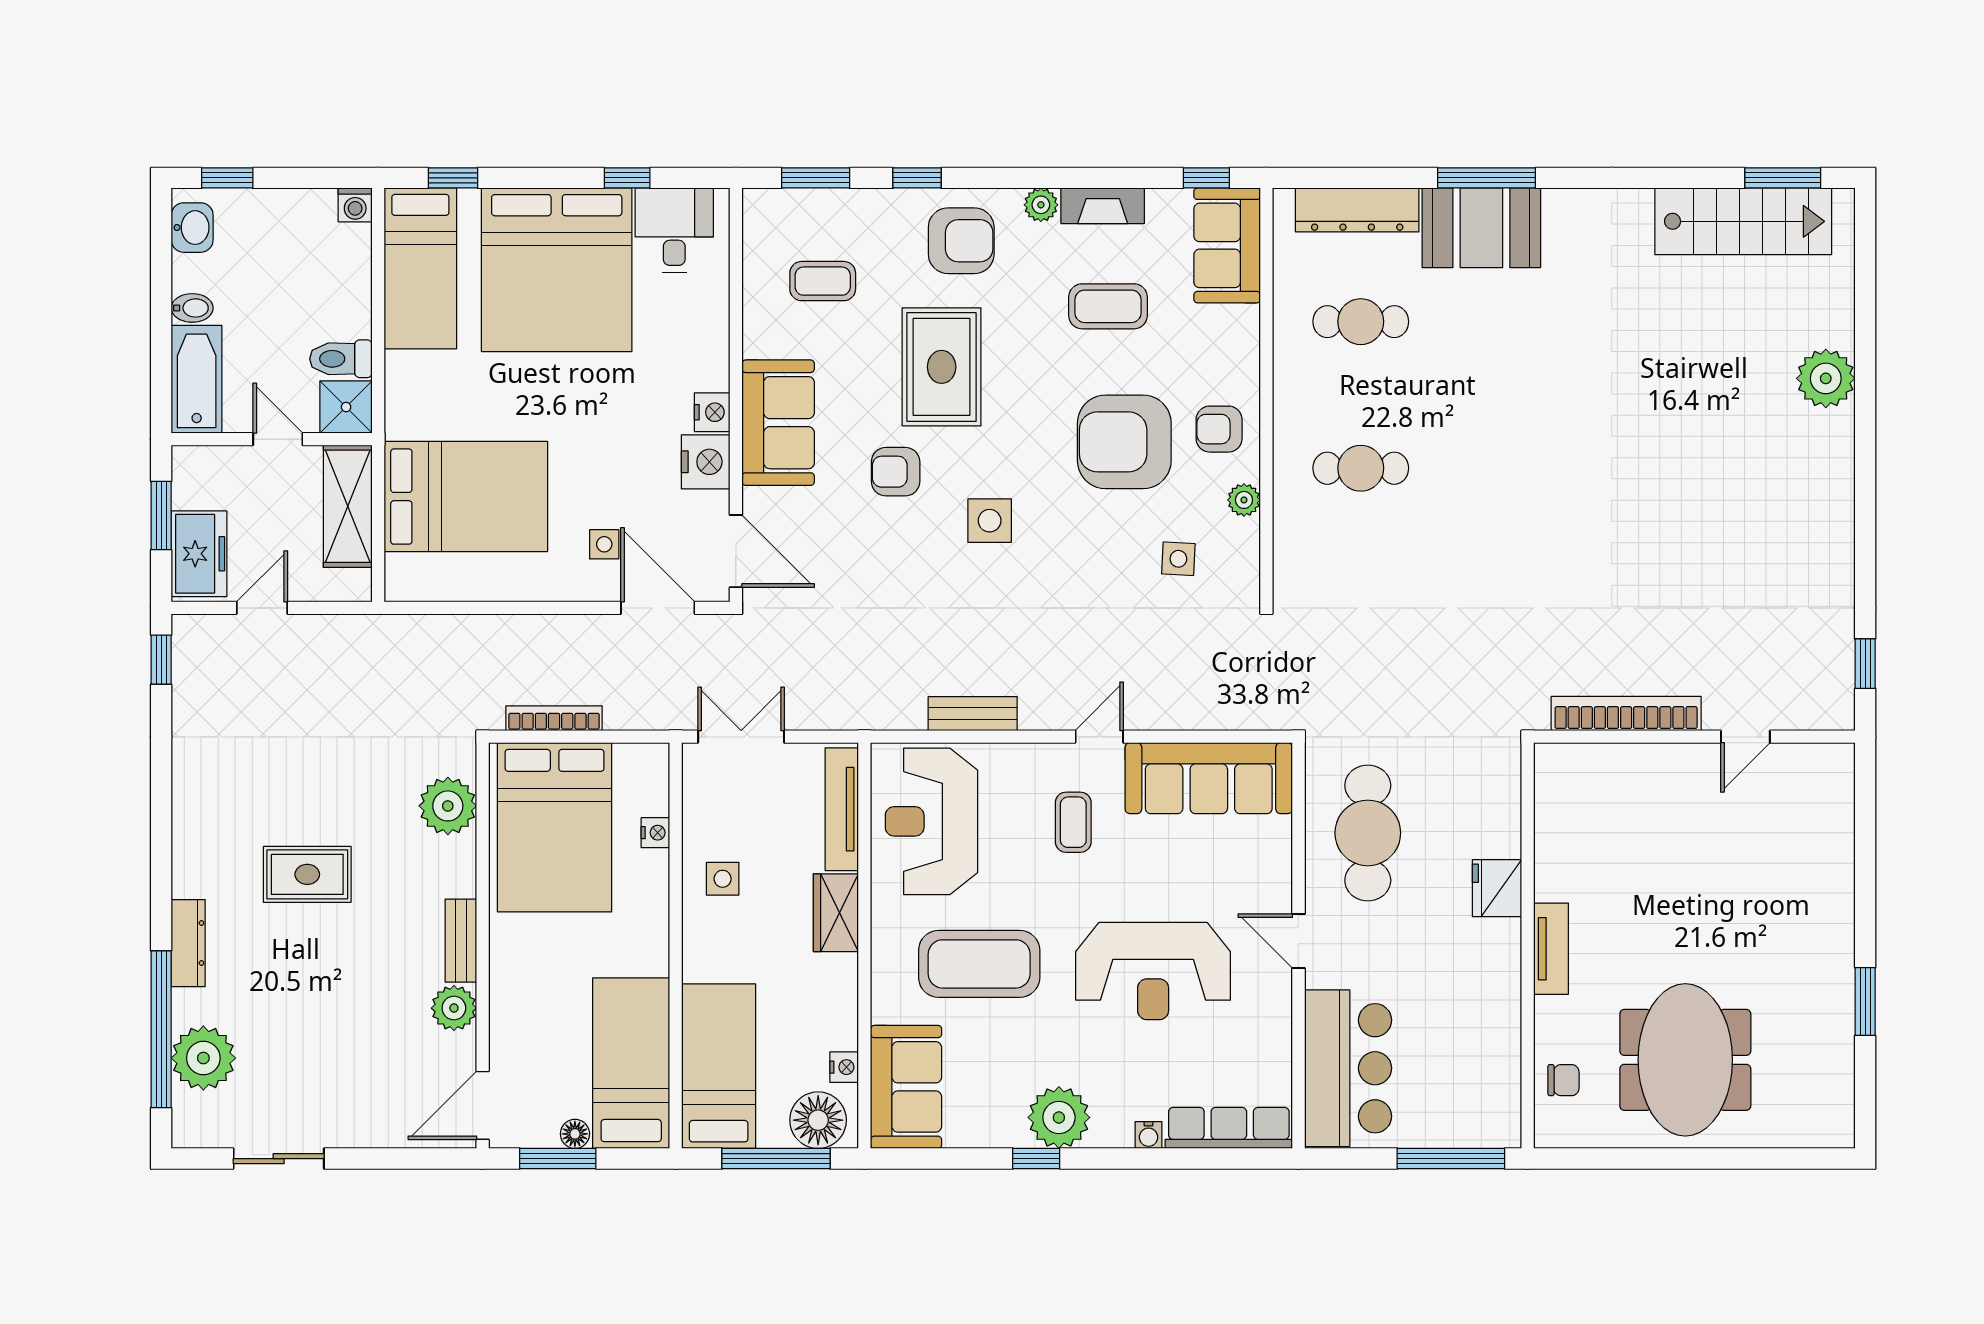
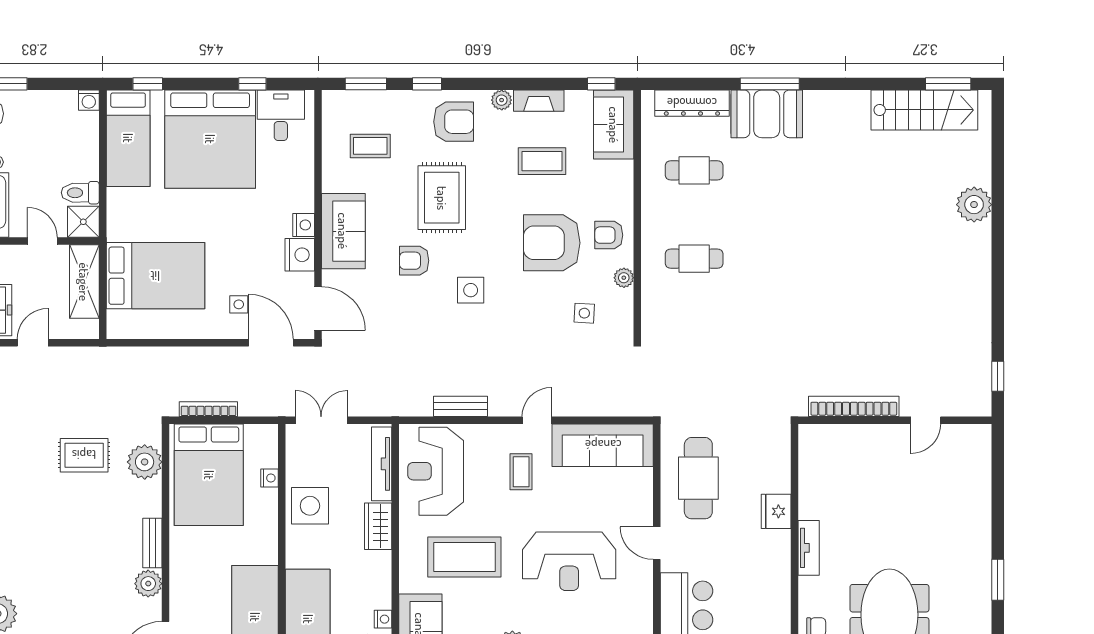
rug: (307, 874) -> (84, 455), moved
side table: (723, 879) -> (310, 506), width x1.87, depth x1.87

